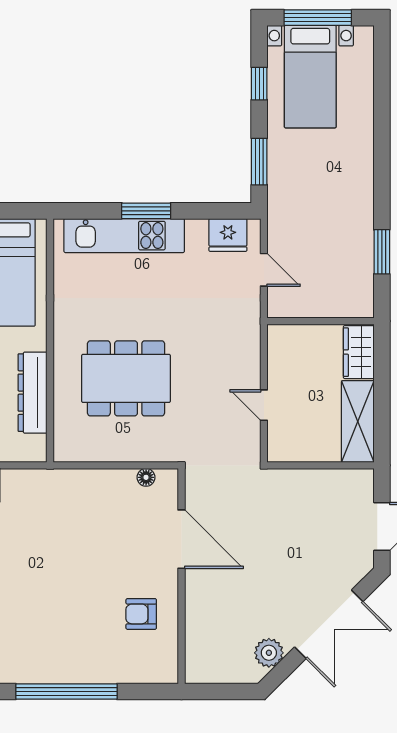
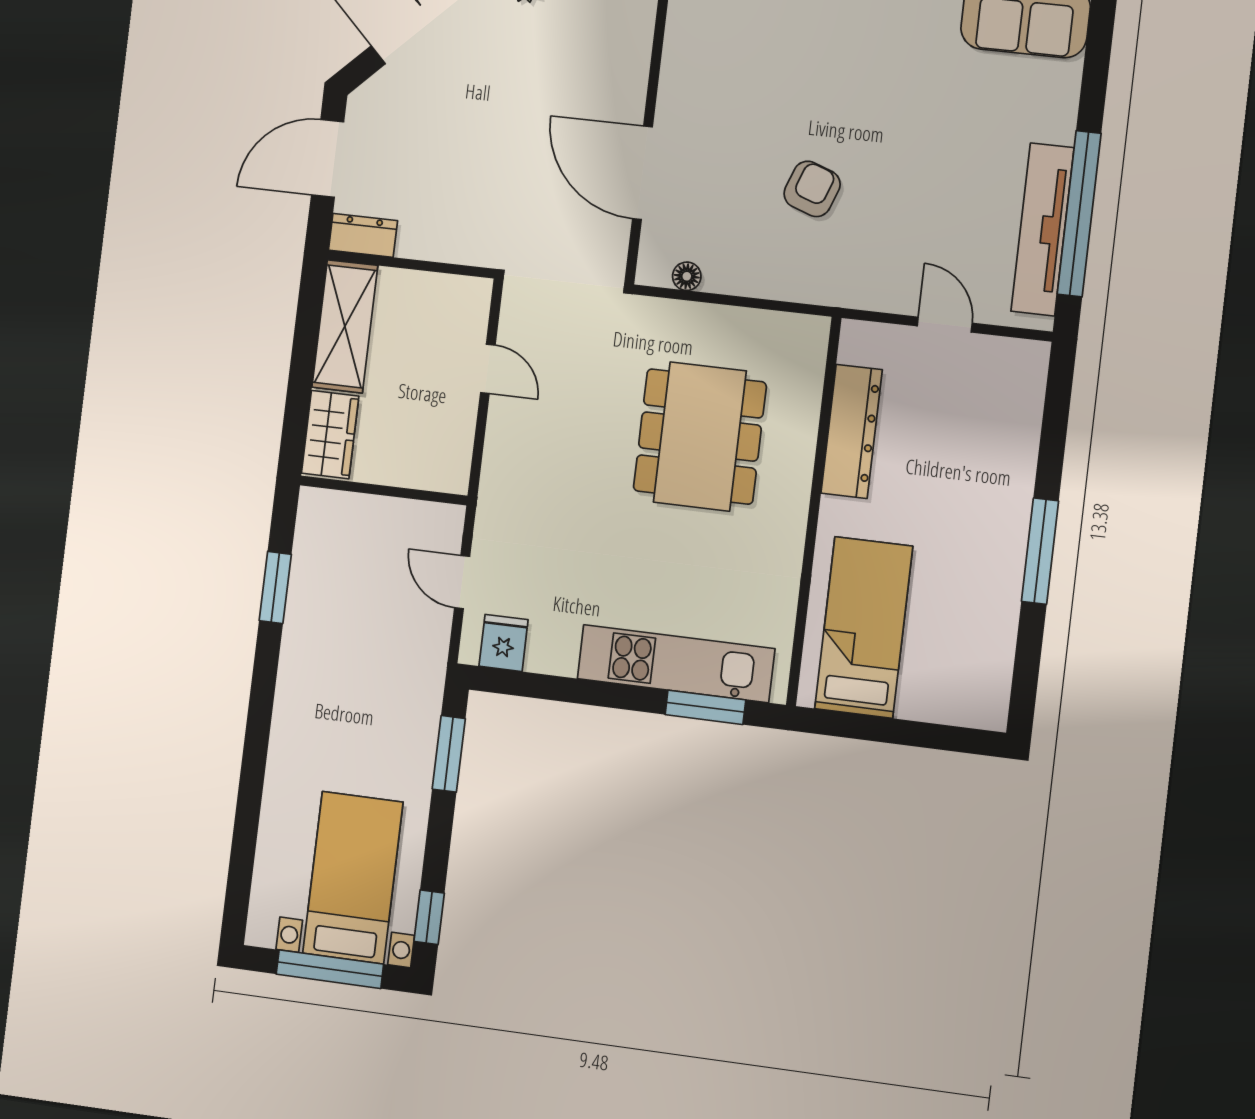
window: (259, 84) -> (429, 917), moved
window: (146, 211) -> (705, 707), moved
fridge: (228, 235) -> (504, 643), width x0.72
dining table: (126, 378) -> (700, 437), turned 90
dresser: (353, 480) -> (363, 235), added
armchair: (141, 614) -> (812, 189), moved, turned -70

